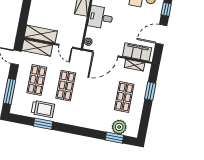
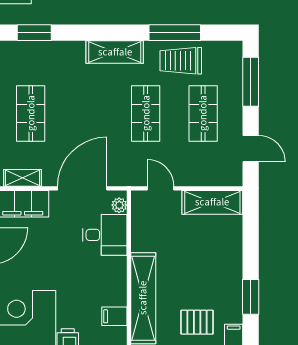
desk: (101, 17) -> (105, 235), moved
shelving: (37, 48) -> (115, 52), moved
window: (43, 124) -> (175, 33), width x1.44
plant: (119, 127) -> (29, 55), removed

